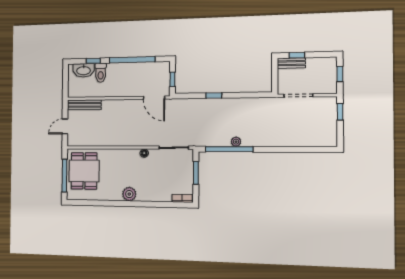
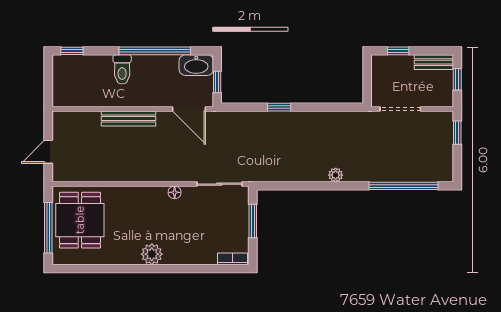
window: (93, 61) -> (72, 51), moved
bench: (291, 63) -> (434, 62), moved
washbasin: (84, 70) -> (196, 65), moved
toilet: (101, 73) -> (122, 69), moved
bench: (84, 105) -> (128, 119), moved
plant: (236, 142) -> (336, 175), moved
window: (229, 149) -> (404, 186), moved

